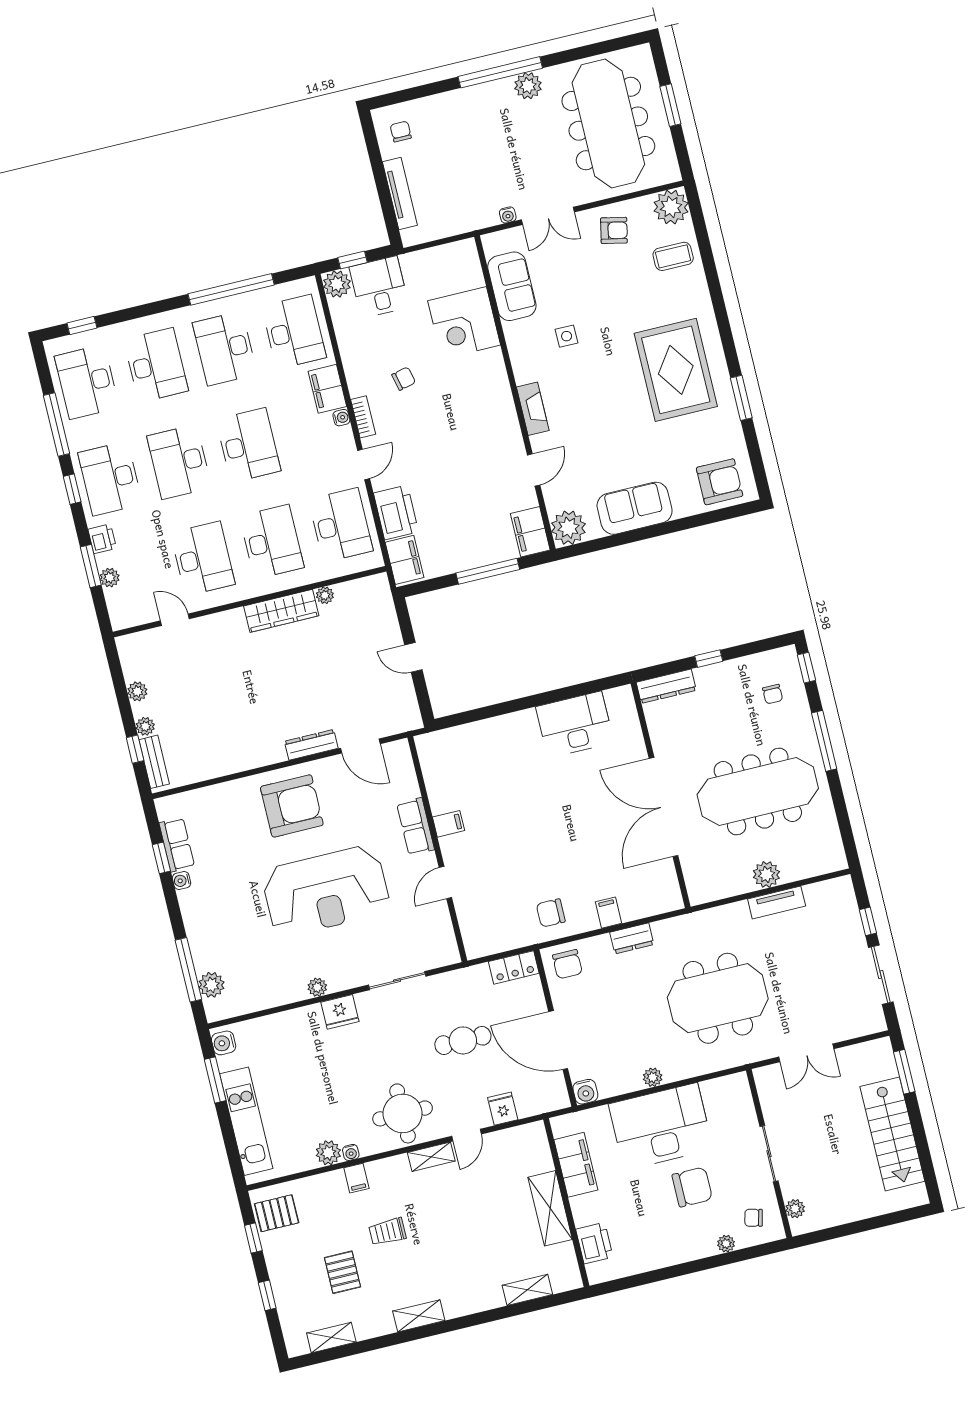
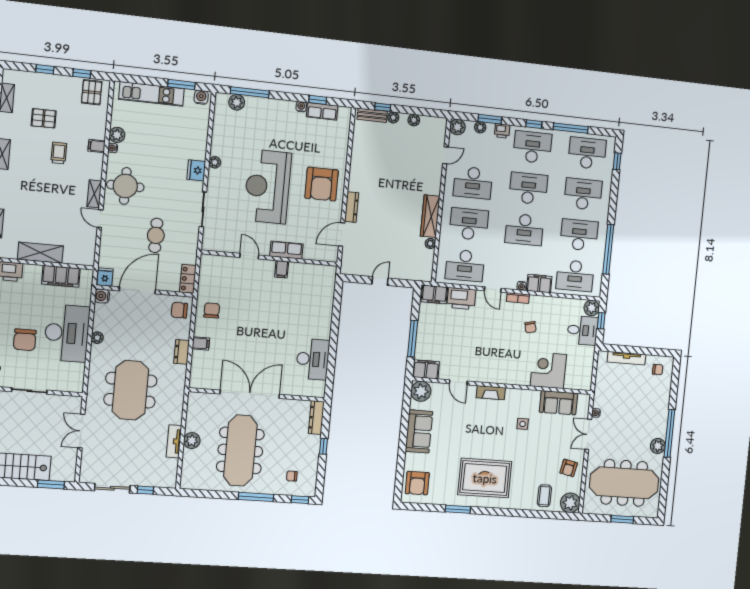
desk: (156, 365) -> (583, 194), turned 180
desk: (272, 542) -> (469, 224), turned 180
plant: (123, 616) -> (457, 127), added
fridge: (503, 1109) -> (105, 277), moved, turned -90

